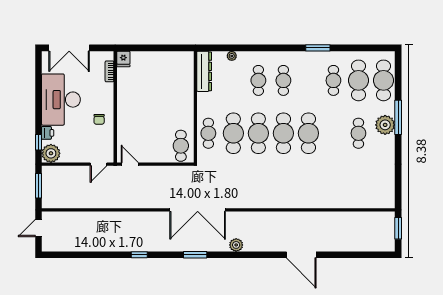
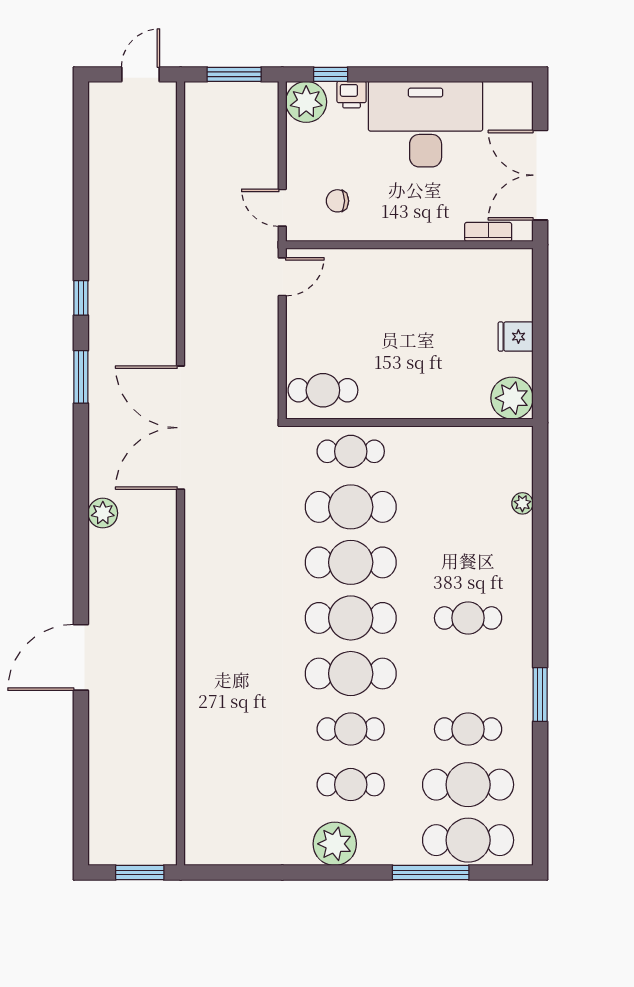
double door: (69, 48) -> (540, 175), moved
fridge: (123, 59) -> (516, 337), moved
plant: (184, 61) -> (512, 398), added
dresser: (204, 71) -> (488, 442), removed
cafe table: (258, 80) -> (351, 729), moved
window: (398, 117) -> (431, 873), moved
chair: (99, 119) -> (337, 201), moved
plant: (385, 125) -> (335, 844), moved
door: (39, 228) -> (141, 74), hinge flipped
window: (195, 255) -> (81, 377), moved

